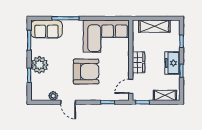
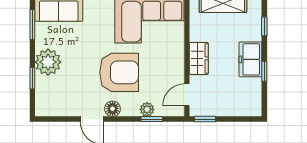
floor lamp: (82, 95) -> (113, 109), added
shelving: (165, 95) -> (239, 109), removed
plant: (53, 96) -> (147, 109), moved

